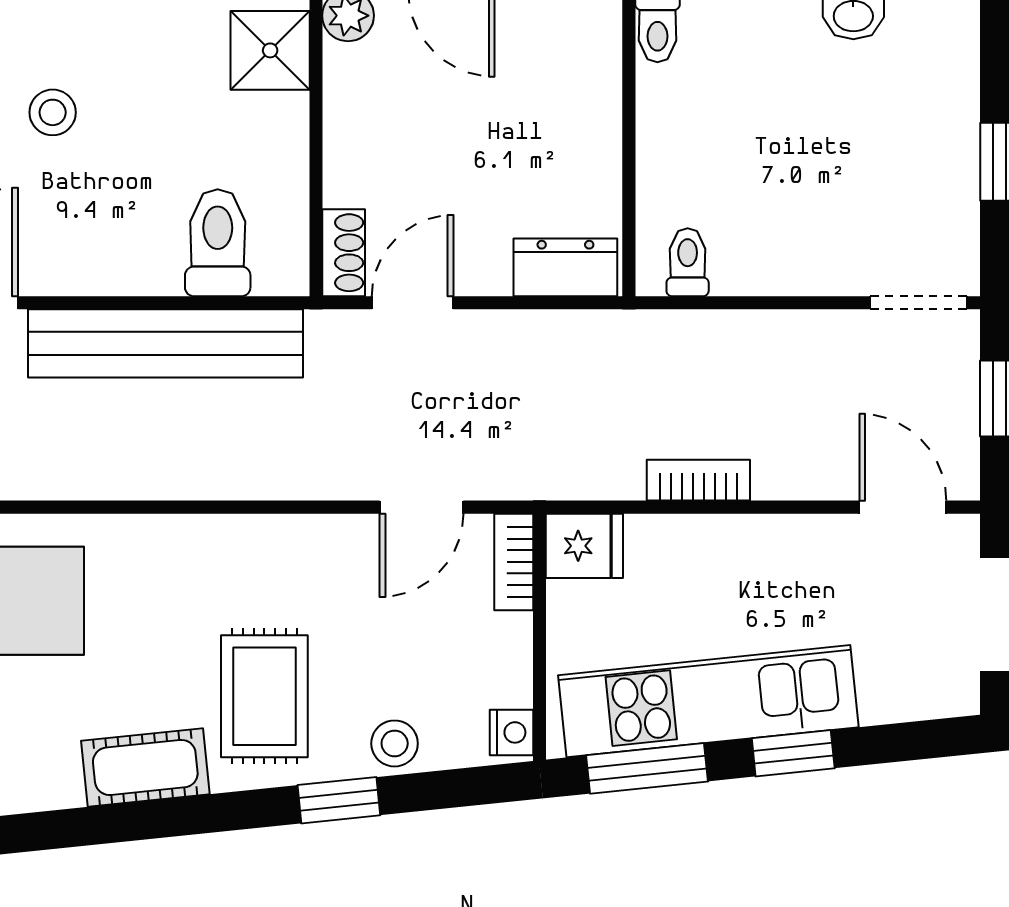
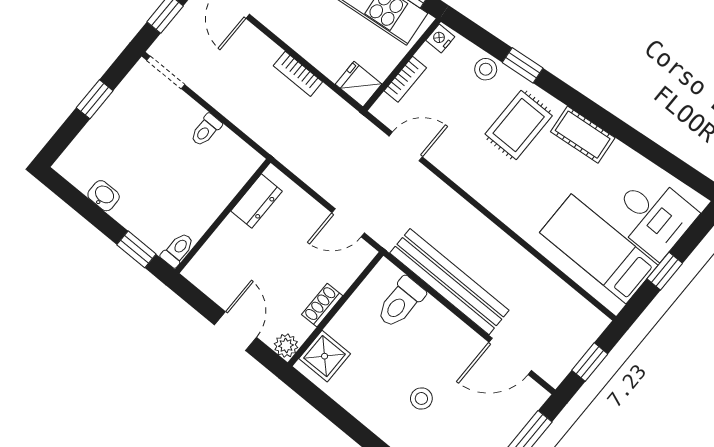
shoe rack: (344, 253) -> (322, 305), moved
toilet: (688, 262) -> (206, 130), moved
dresser: (565, 267) -> (257, 201), moved, turned -90
bookcase: (514, 562) -> (405, 79), moved

